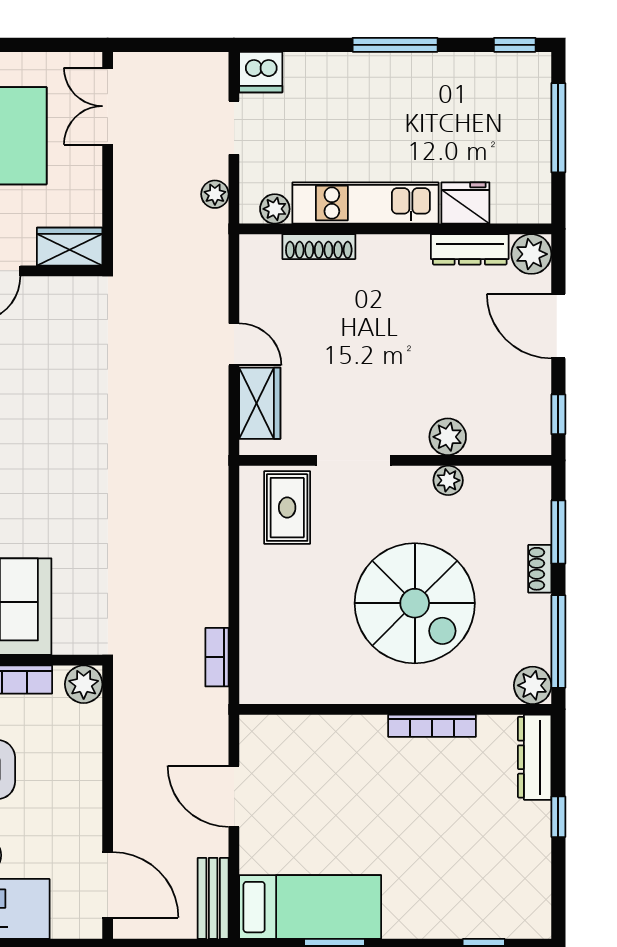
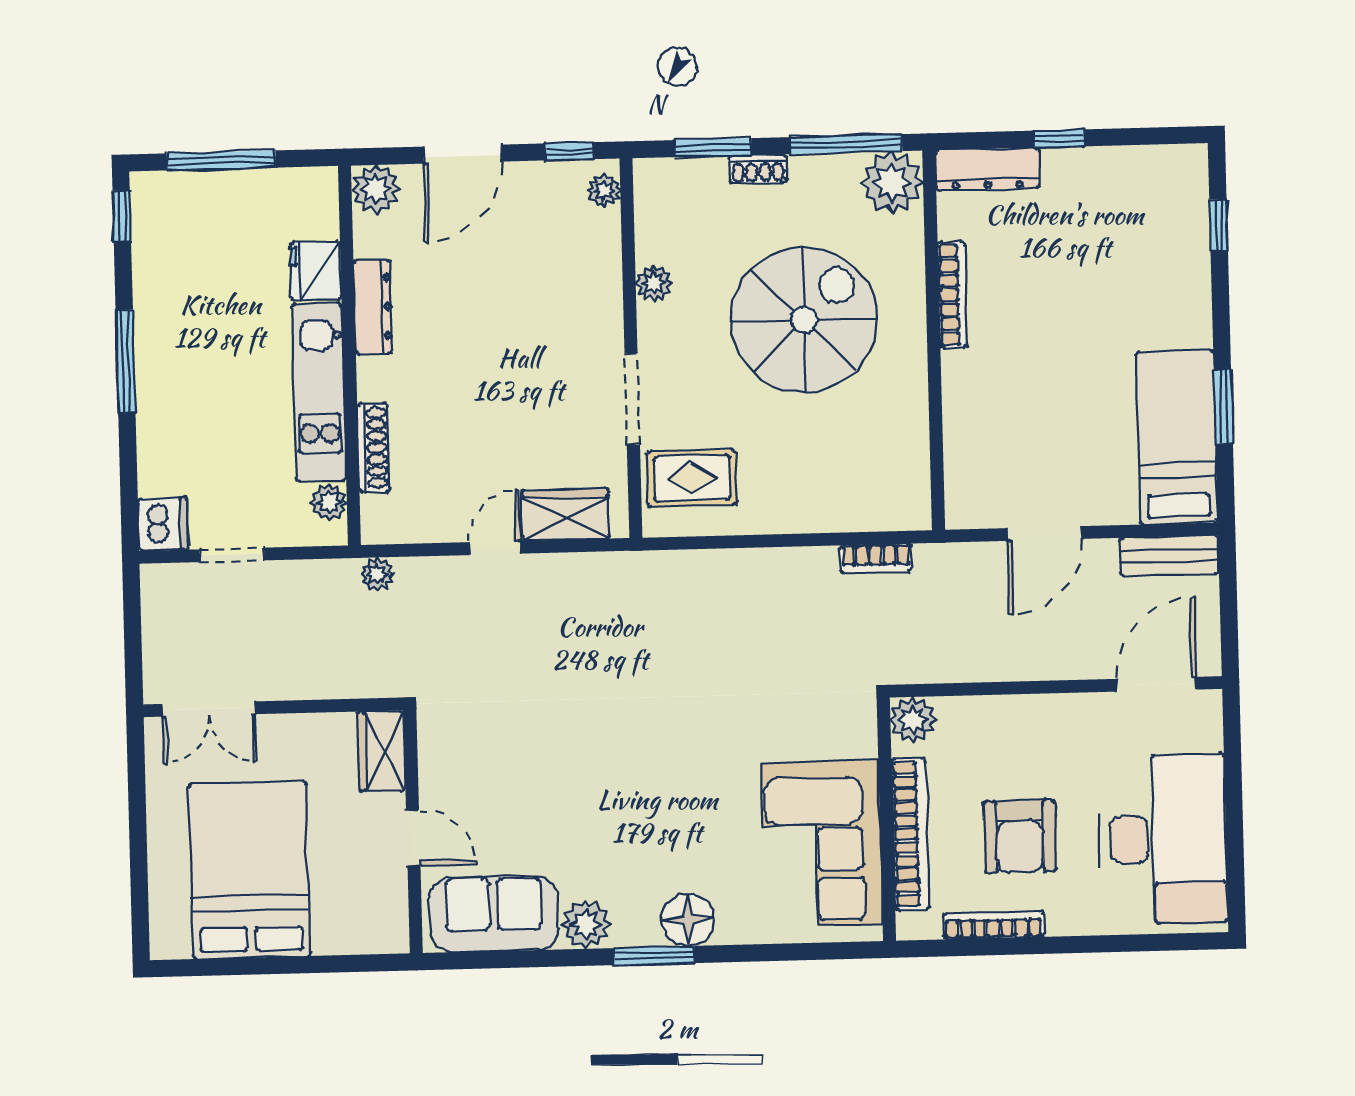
plant: (215, 194) -> (377, 574), moved
dresser: (470, 249) -> (373, 307), moved
plant: (448, 437) -> (604, 190), moved, width x0.73, depth x0.73
plant: (533, 685) -> (892, 182), width x1.36, depth x1.36

